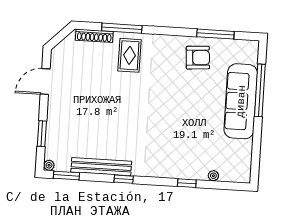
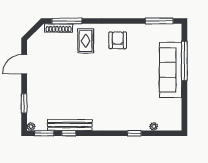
window: (122, 28) -> (67, 21), moved
window: (215, 34) -> (159, 21), moved
armchair: (198, 58) -> (118, 40), moved, turned -86
window: (124, 179) -> (69, 133), moved

